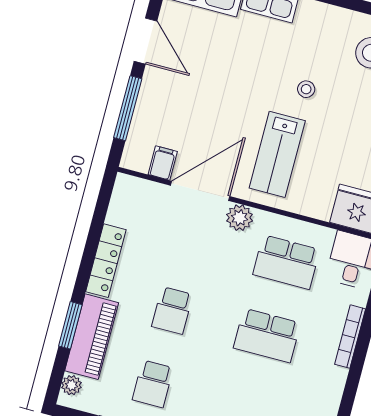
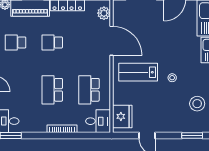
filing cabinet: (163, 163) -> (120, 20), removed
plant: (239, 218) -> (104, 13), moved

